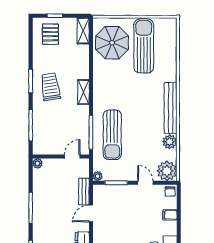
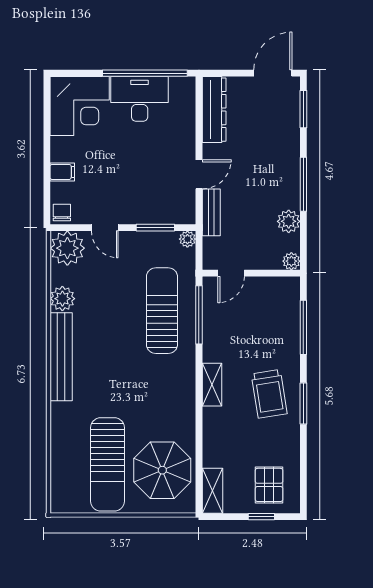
plant: (39, 186) -> (289, 221), added

